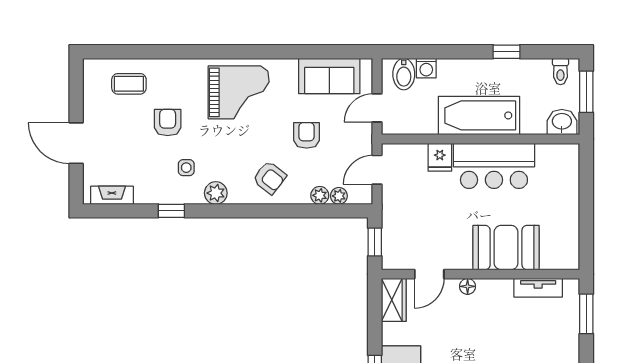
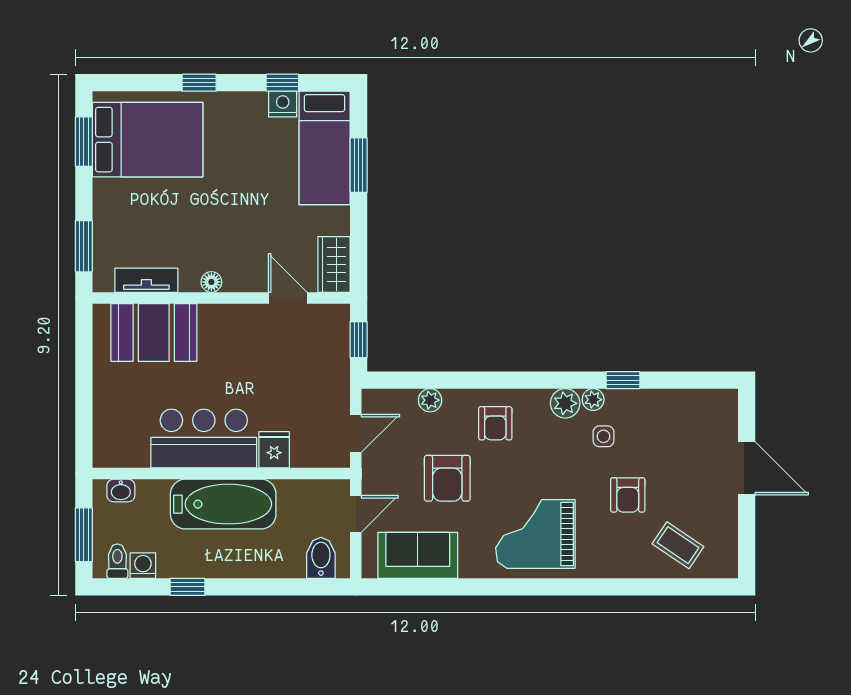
washing machine: (426, 68) -> (143, 566), moved
coffee table: (129, 84) -> (678, 545), turned 34
washbasin: (562, 122) -> (121, 491), width x0.72, depth x0.69
armchair: (307, 135) -> (447, 478), width x1.38, depth x1.38
armchair: (270, 178) -> (495, 423), turned -128
fireplace: (112, 195) -> (700, 400), removed
plant: (339, 196) -> (593, 400), moved
booth: (506, 248) -> (154, 332), moved
door: (429, 274) -> (288, 298), hinge flipped
floor lamp: (468, 286) -> (211, 282), moved

